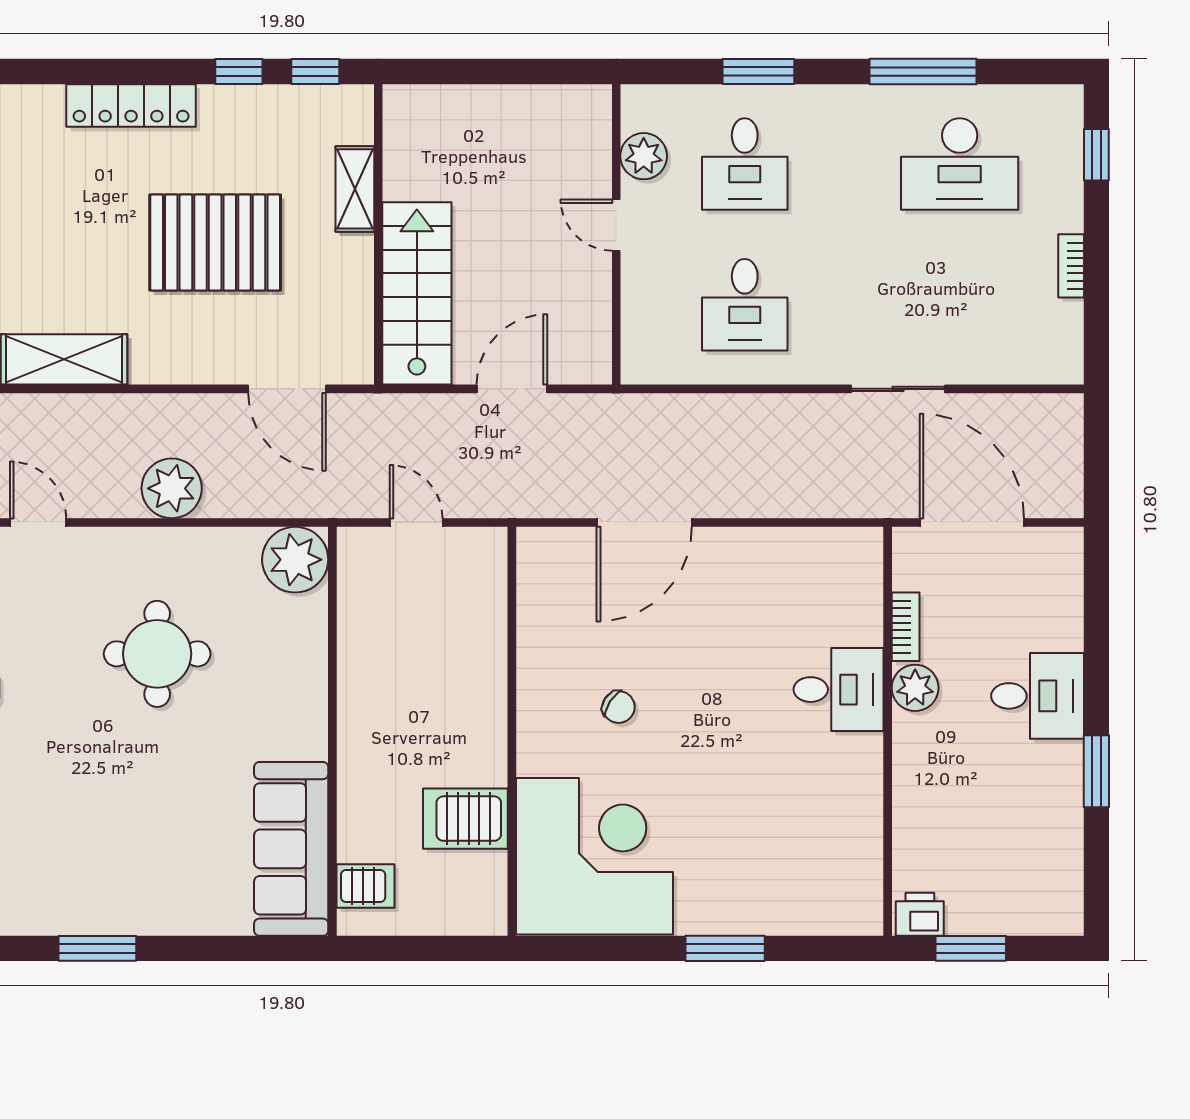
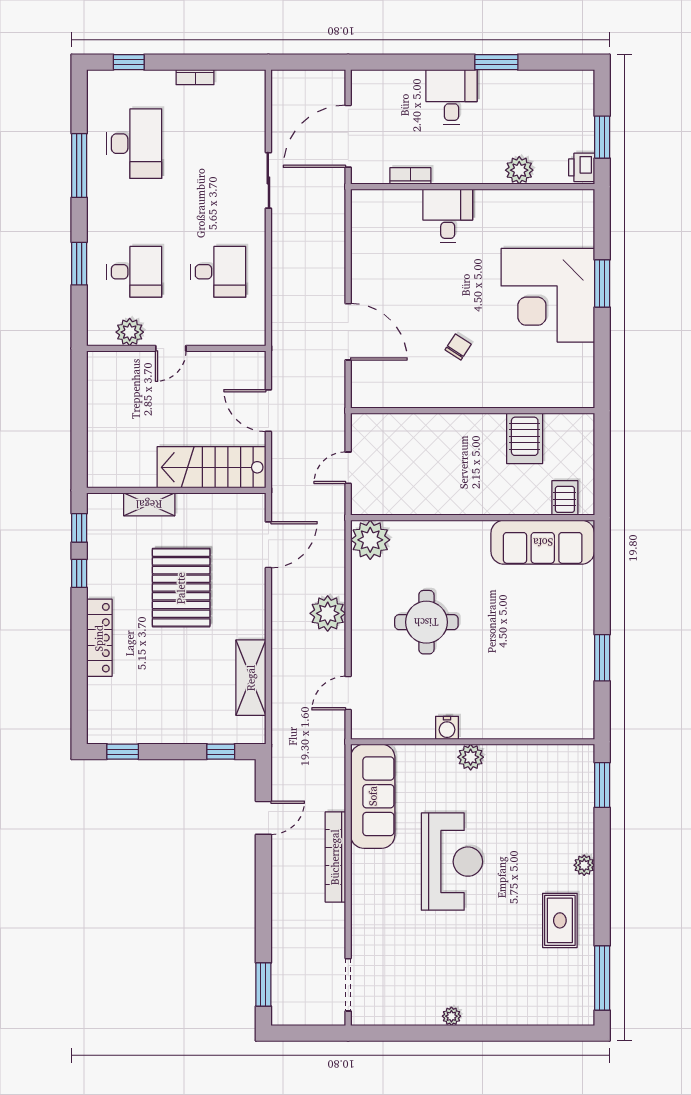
plant: (915, 688) -> (519, 170), moved
corner desk: (594, 856) -> (548, 295), moved, turned -90

